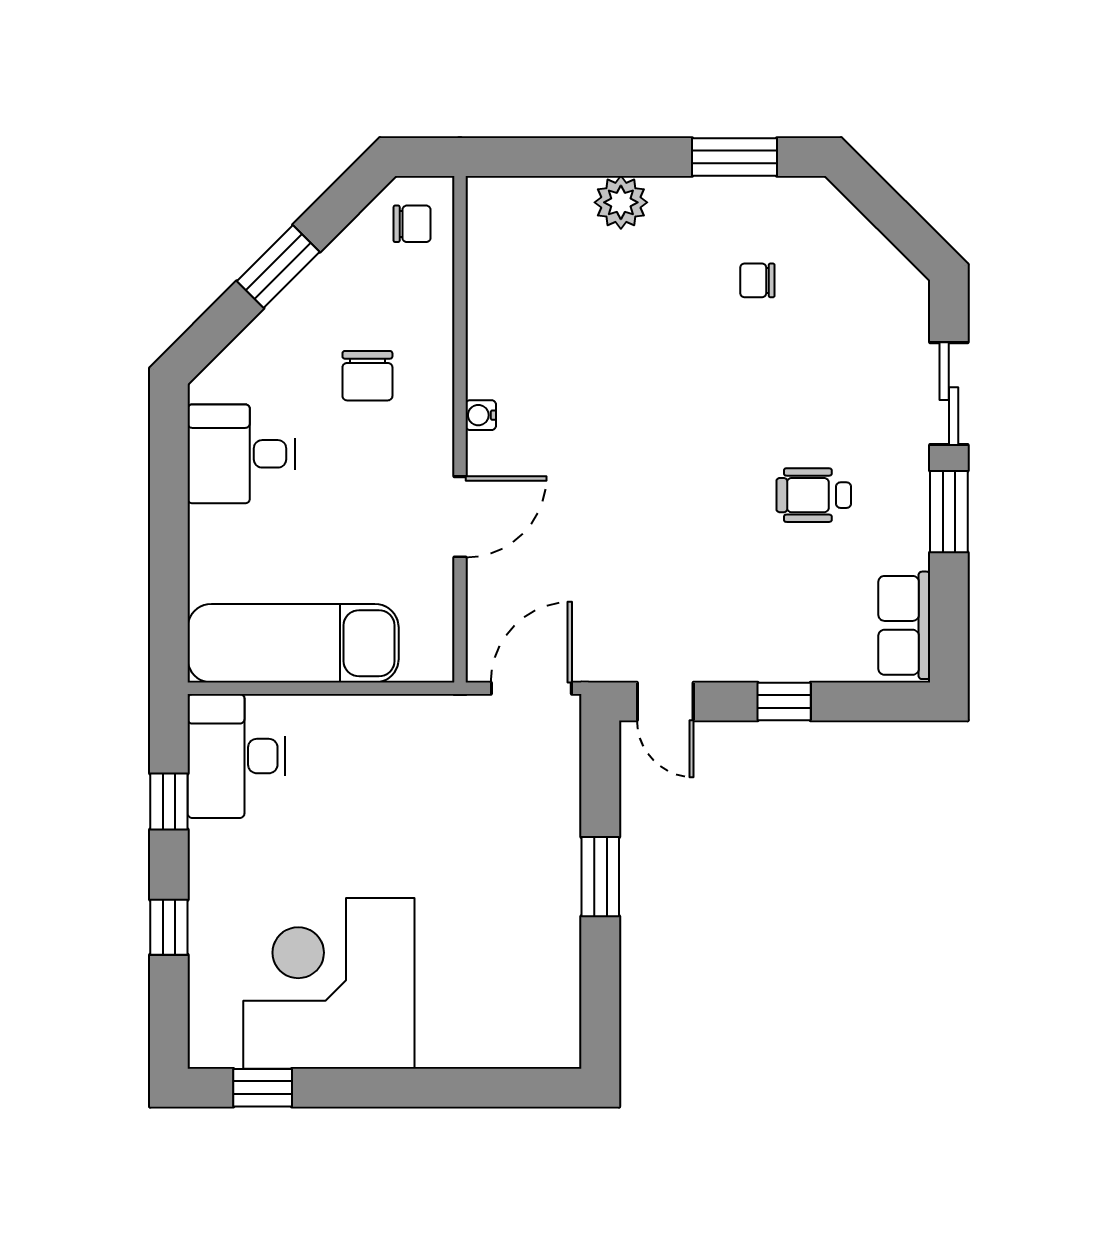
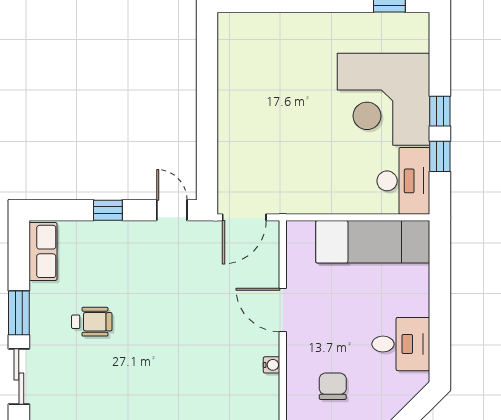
door: (460, 517) -> (283, 310), hinge flipped
window: (600, 877) -> (207, 116), removed
window: (169, 927) -> (440, 111), moved
corner desk: (329, 983) -> (384, 99), moved, turned 90

